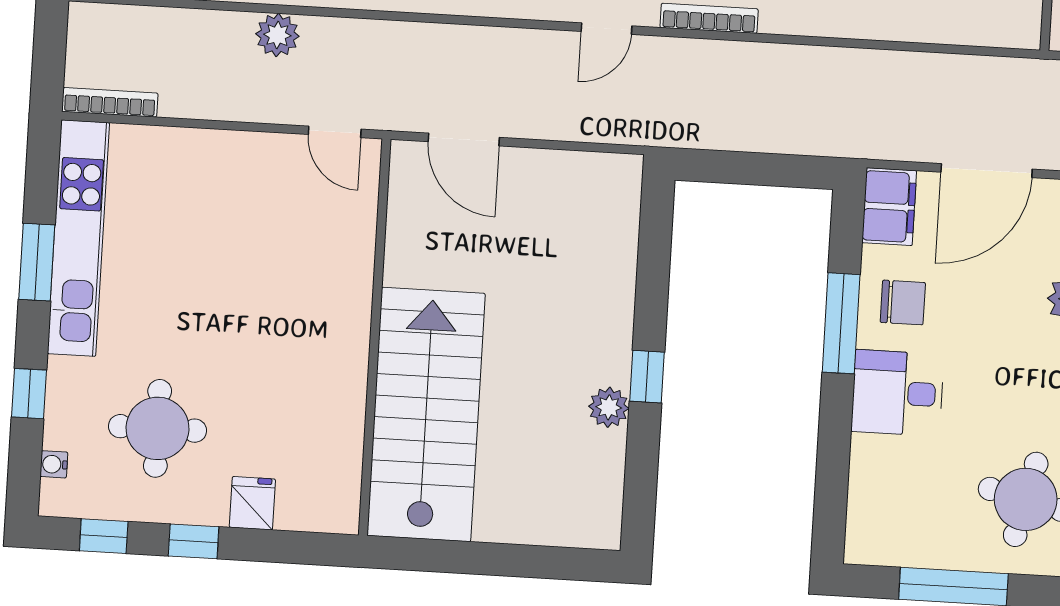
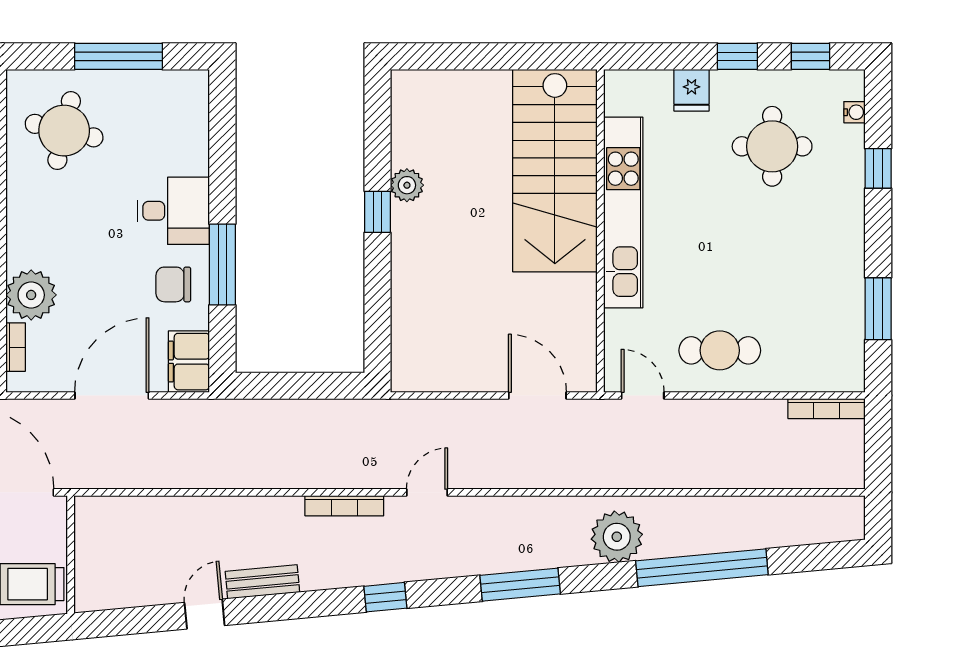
plant: (277, 35) -> (694, 471), removed
cafe table: (237, 182) -> (720, 350), added
kitchen unit: (78, 238) -> (623, 213), moved, turned 180
window: (37, 262) -> (878, 309), moved

